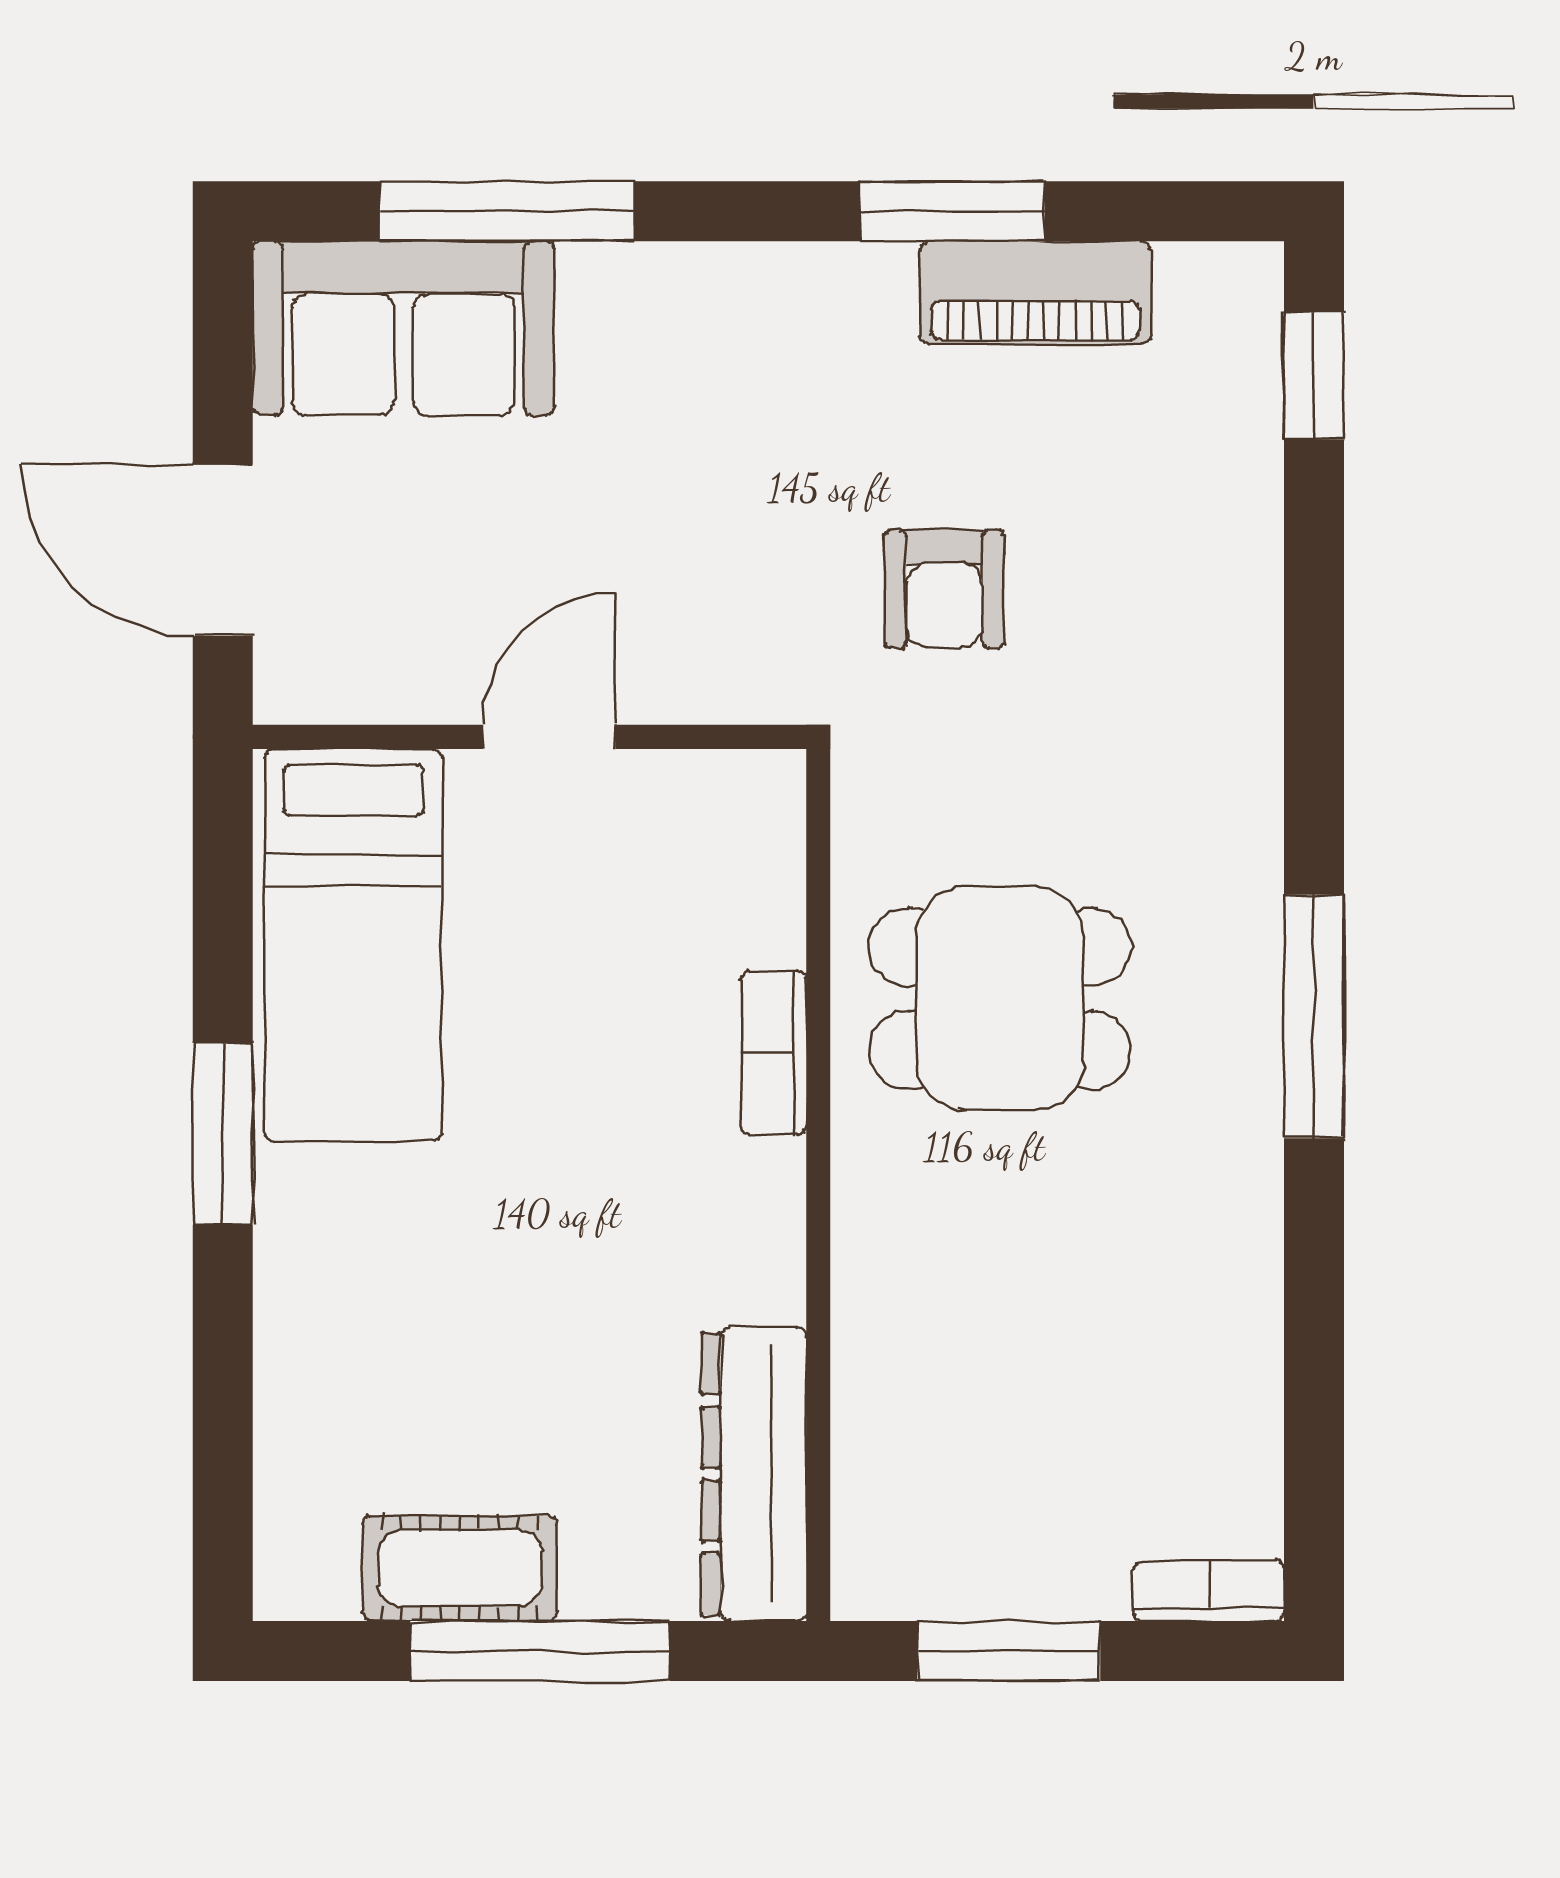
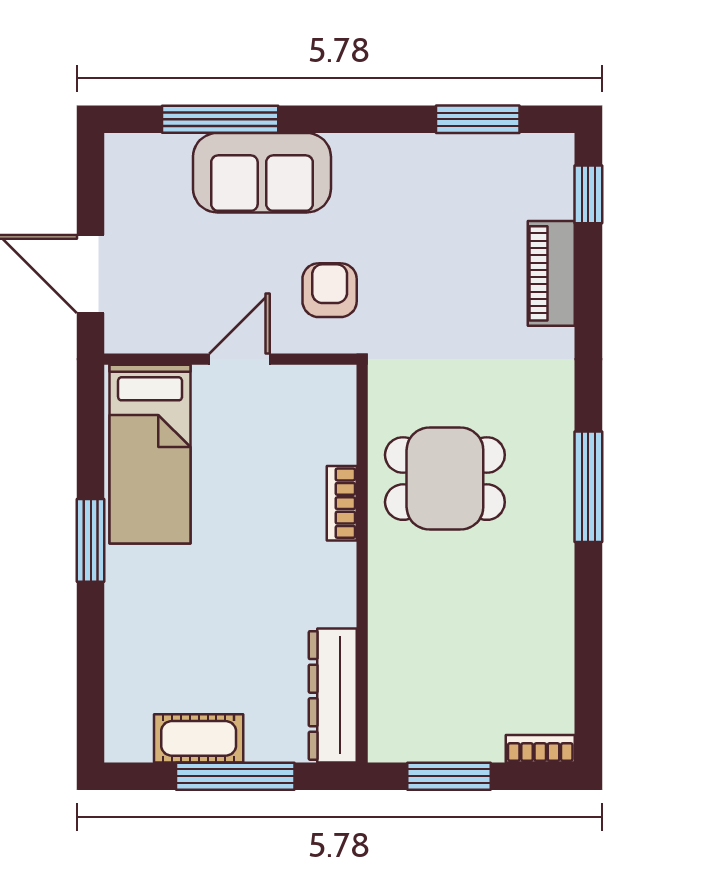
window: (953, 211) -> (478, 119), moved
piano: (1035, 293) -> (551, 273), moved, turned 90
sofa: (403, 328) -> (262, 173), moved
armchair: (944, 589) -> (330, 290), moved, turned 180

